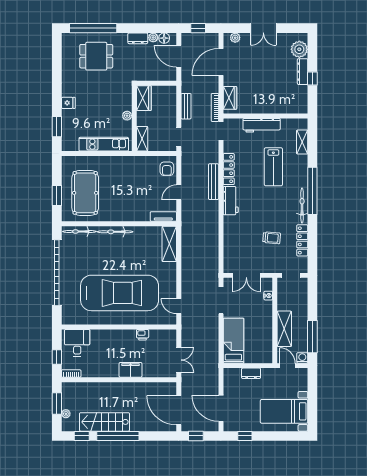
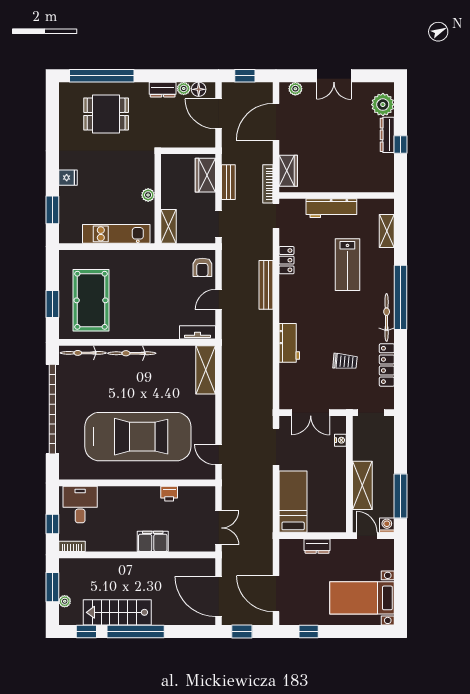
wardrobe: (144, 98) -> (205, 175), moved, turned 180
locker: (229, 169) -> (287, 260), width x0.66
workbench: (231, 201) -> (289, 343), moved

